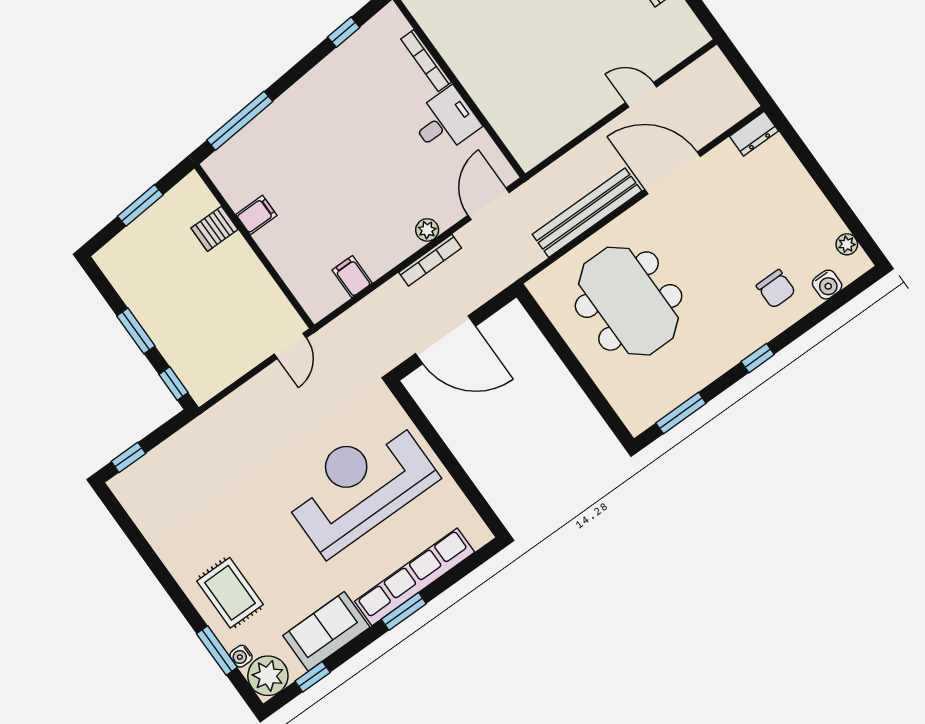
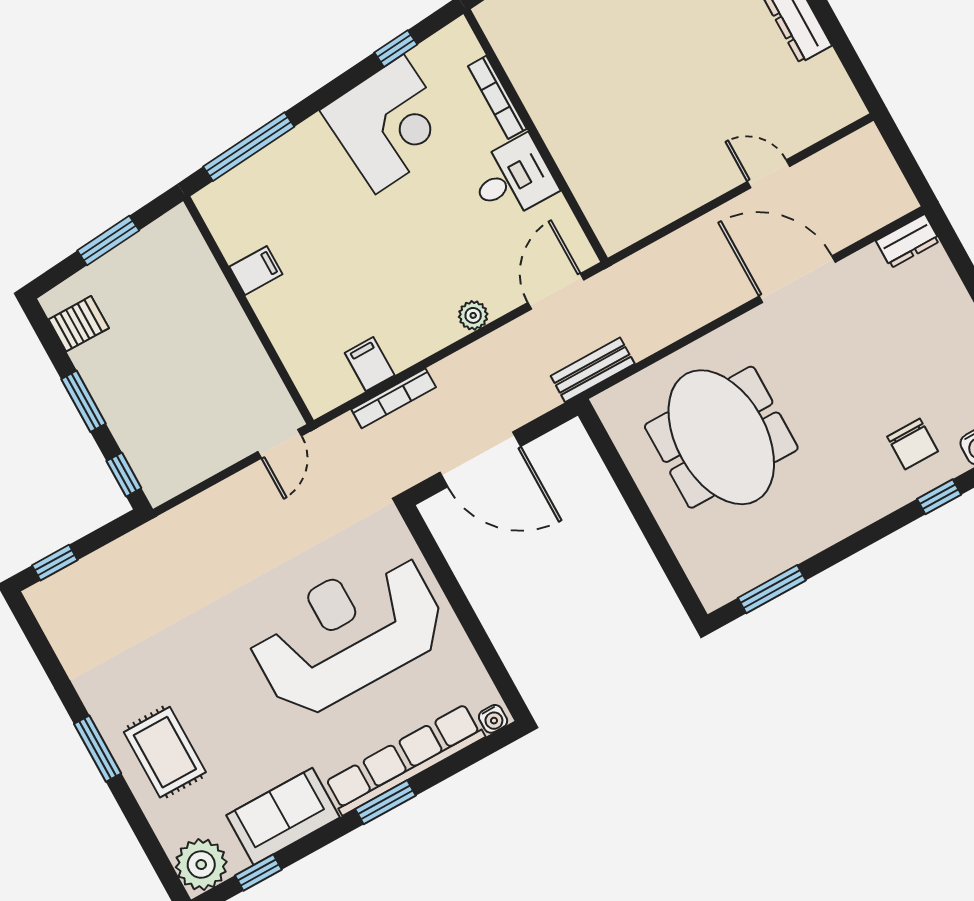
corner desk: (346, 91) -> (390, 124), added
bench: (587, 213) -> (593, 370), moved, width x0.54, depth x0.82
server rack: (214, 229) -> (79, 324), moved, turned 180
bookcase: (430, 260) -> (394, 398), moved
window: (758, 358) -> (939, 497), moved
window: (217, 650) -> (98, 749), moved
water cooler: (241, 656) -> (493, 719), moved, turned -90

